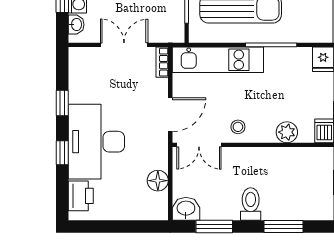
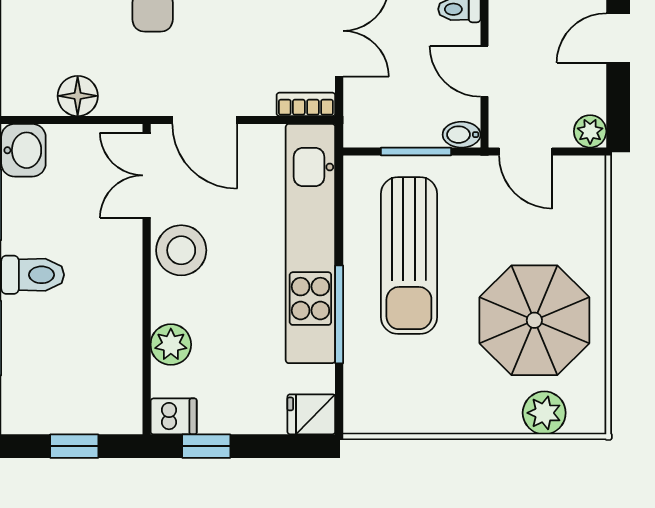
kitchen unit: (218, 60) -> (310, 244), width x1.36
stool: (238, 127) -> (181, 250), width x1.89, depth x1.89

